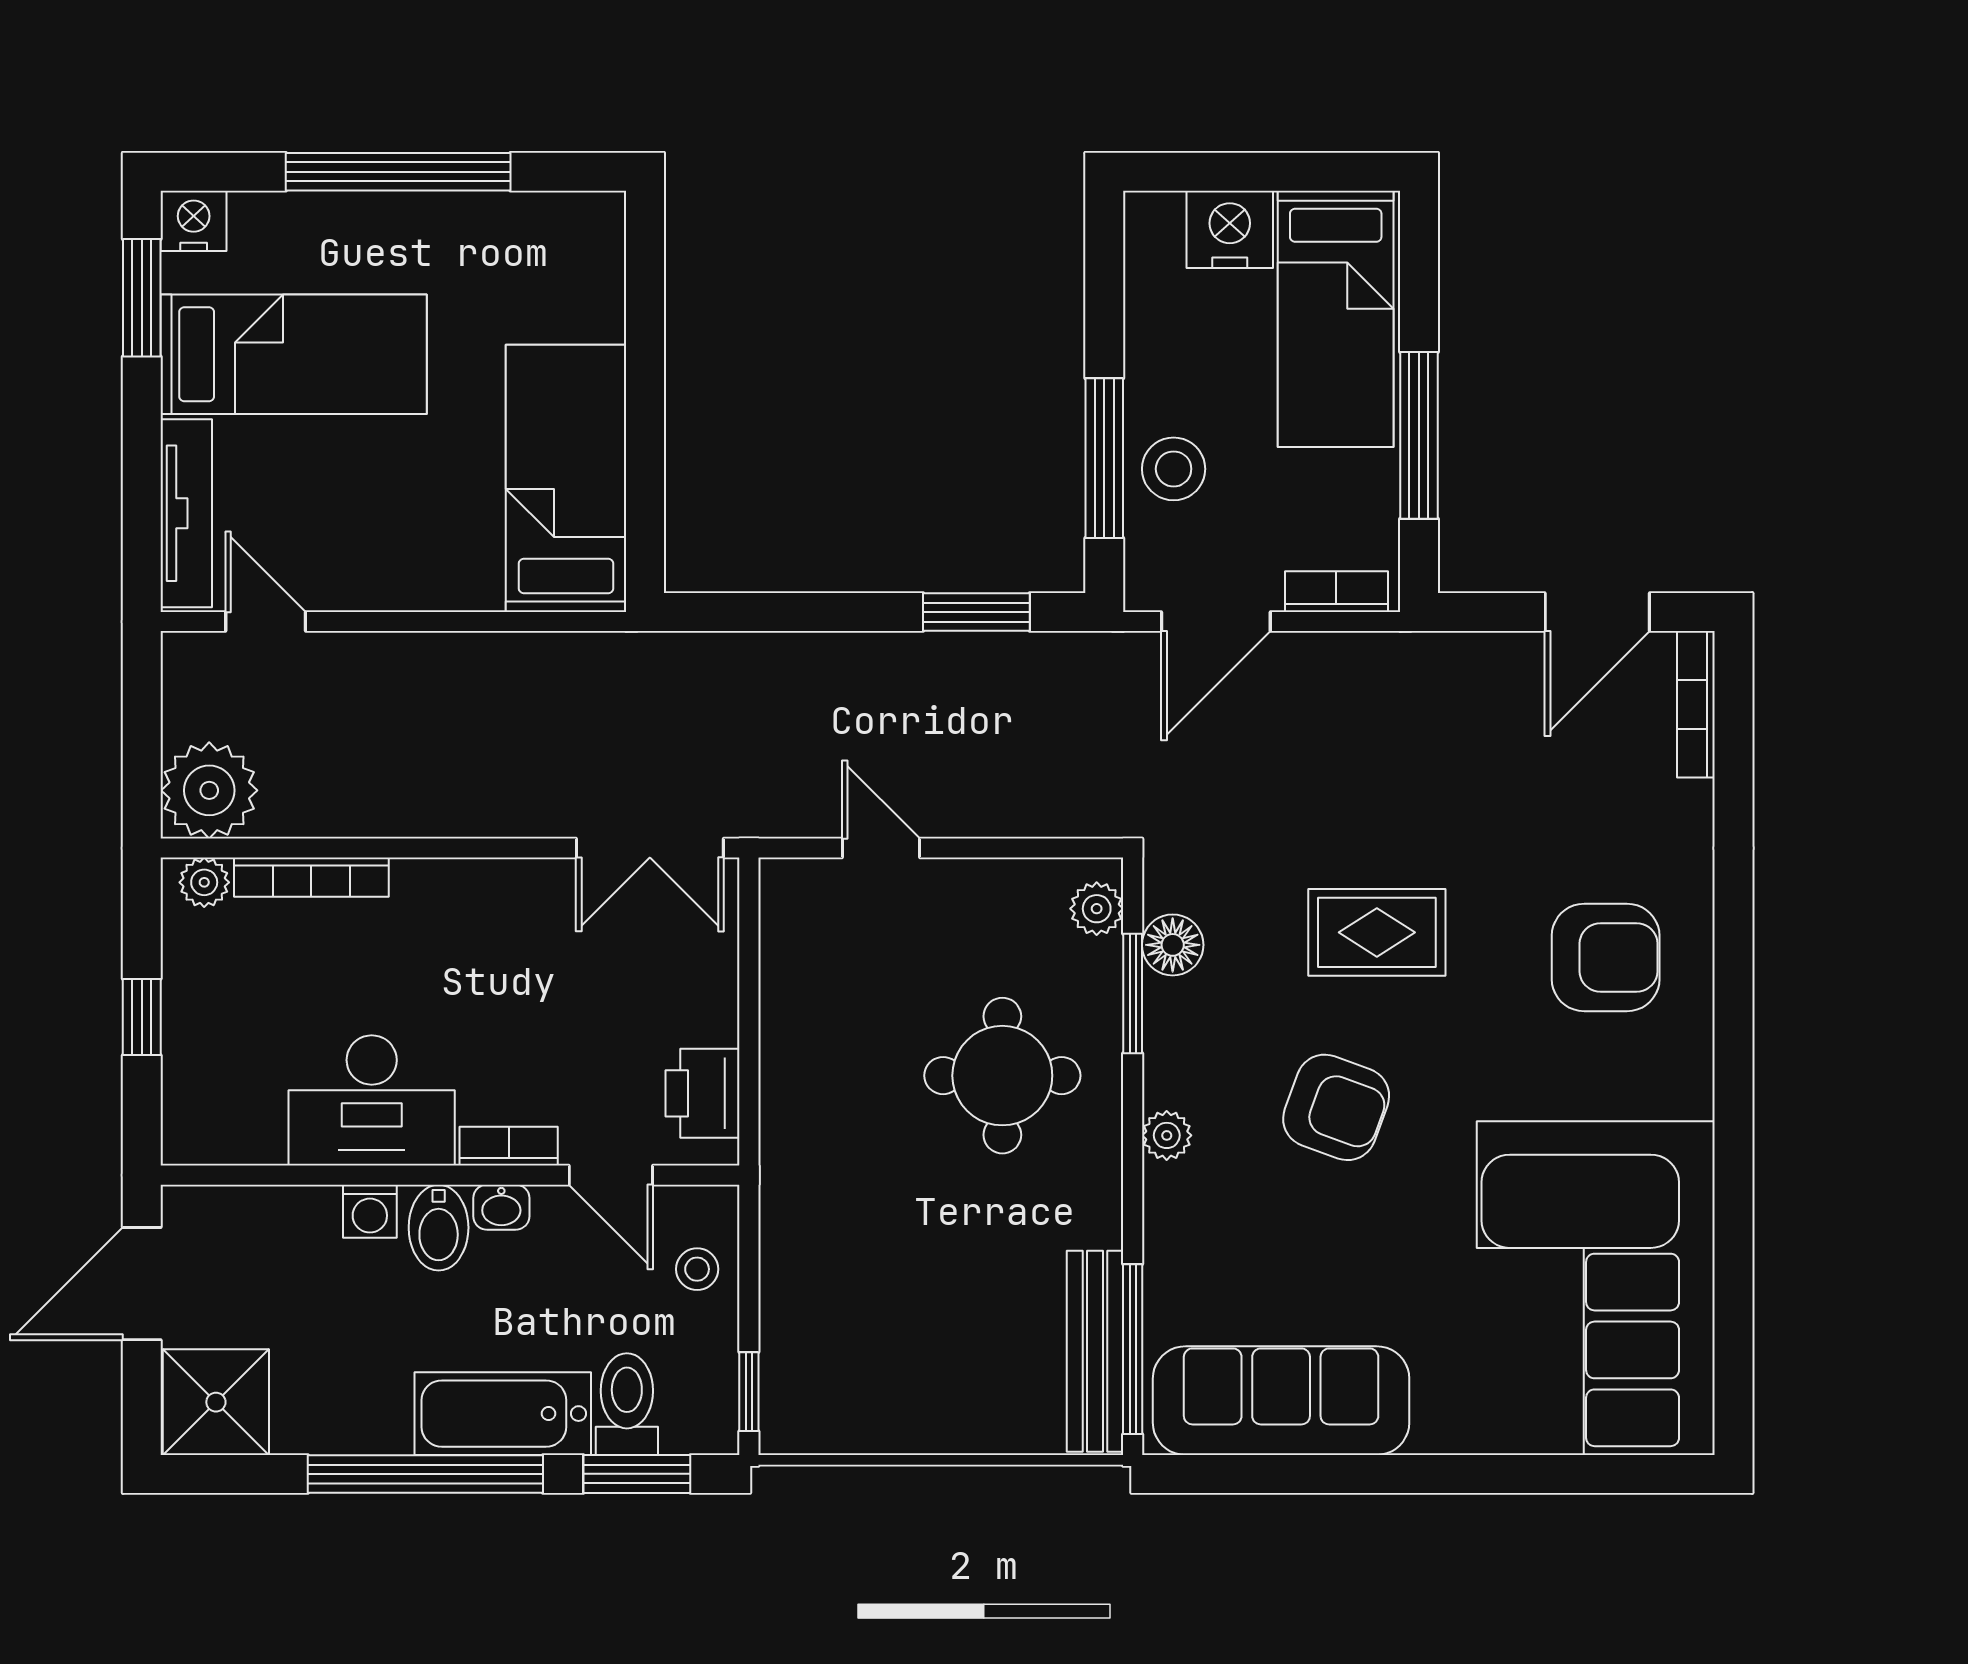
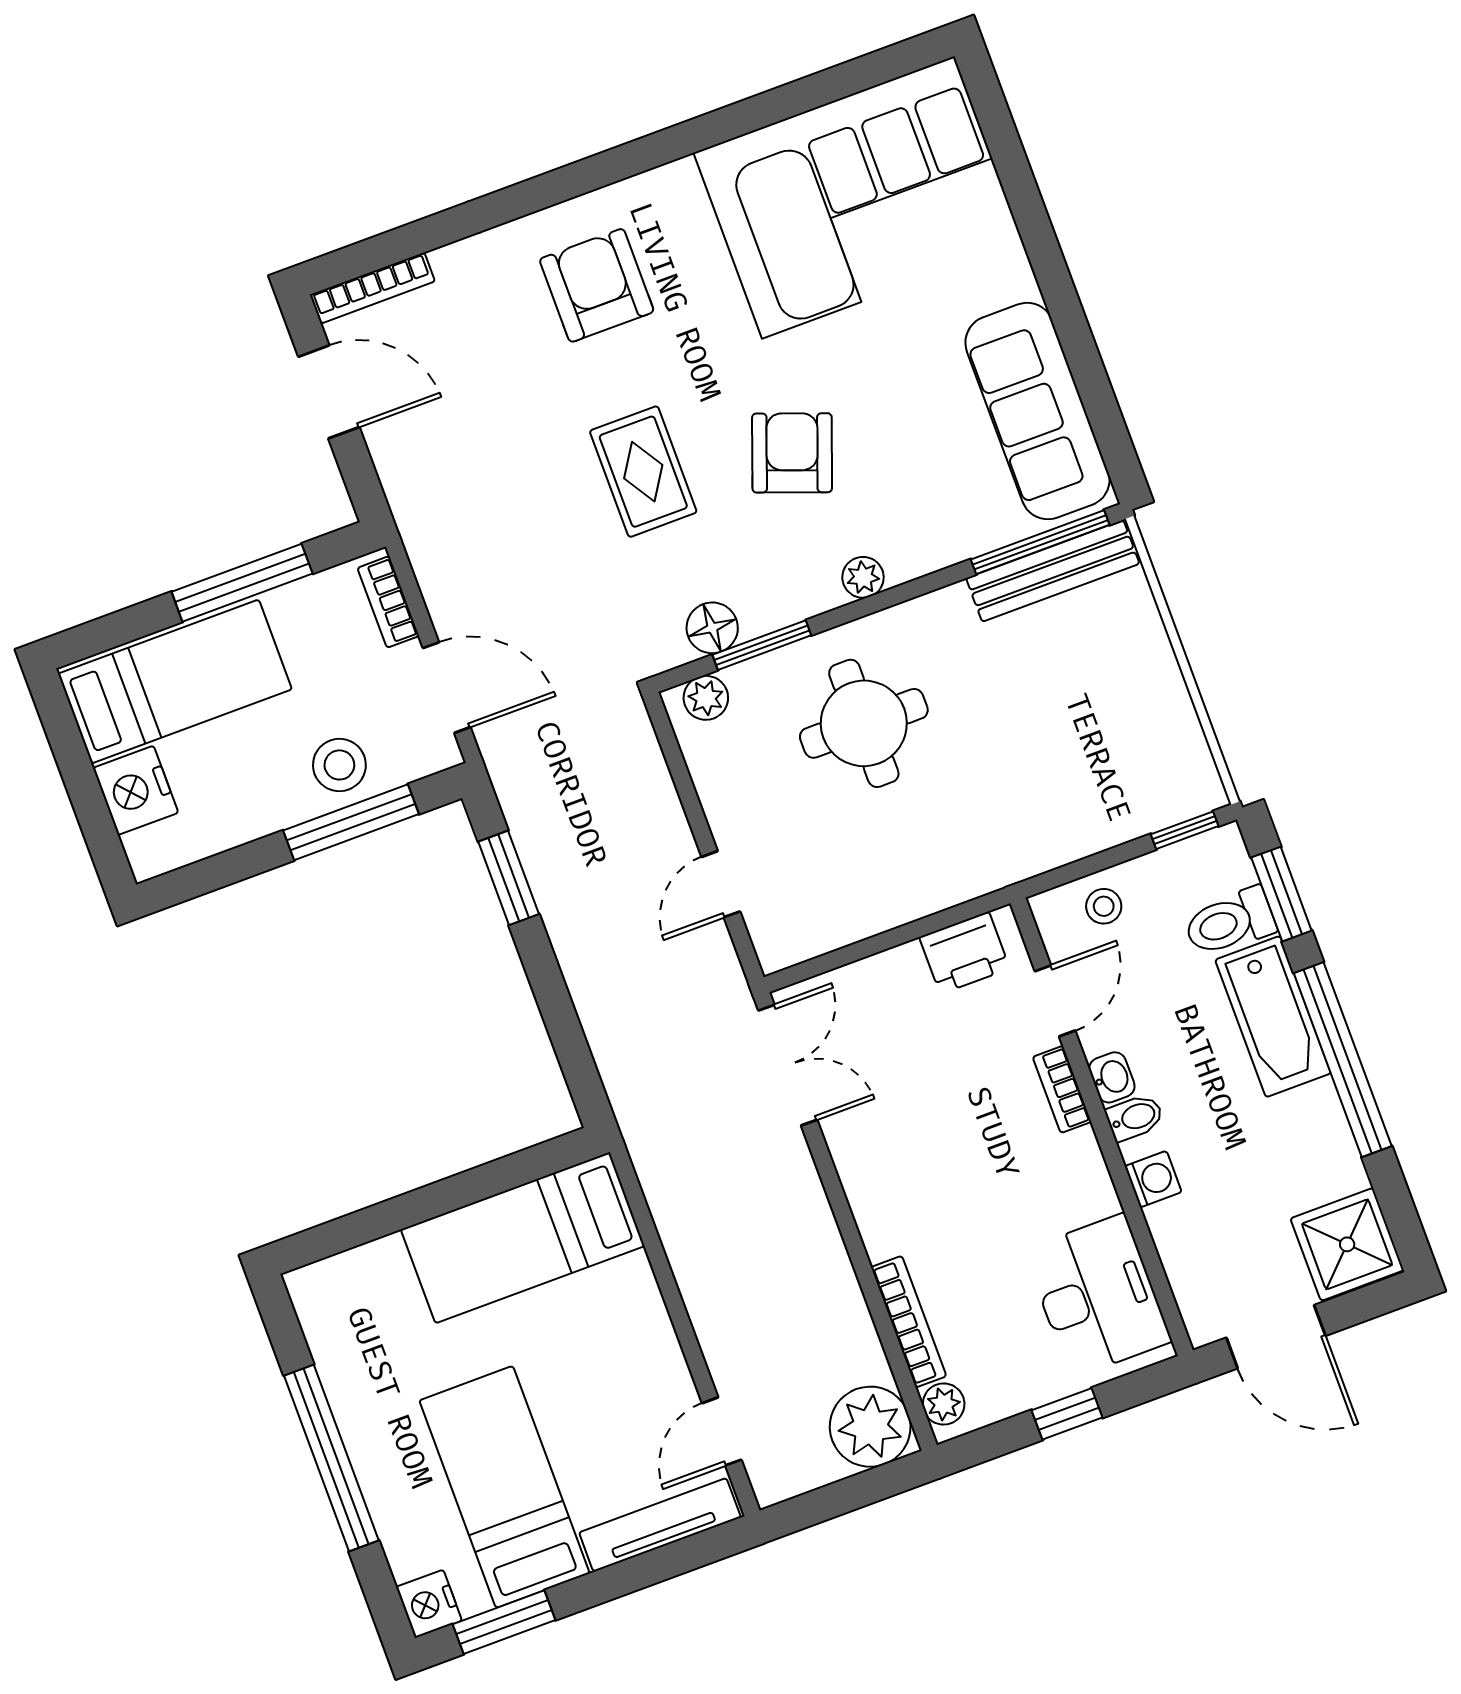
desk: (372, 1100) -> (1098, 1296), moved
bidet: (439, 1228) -> (1135, 1117), width x0.72, depth x0.74

